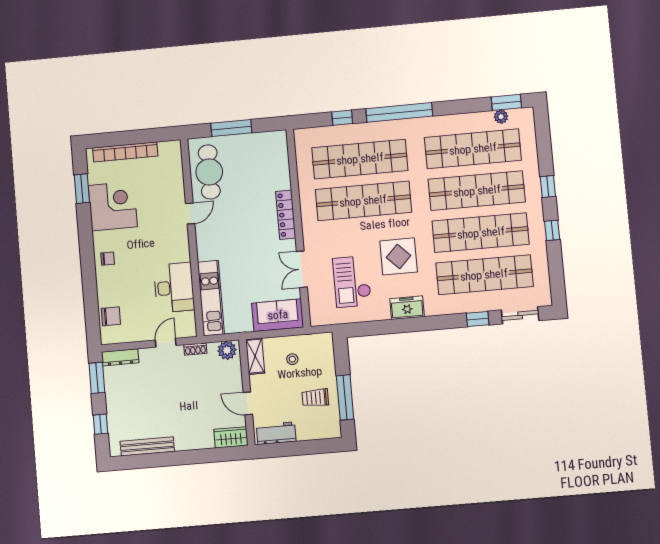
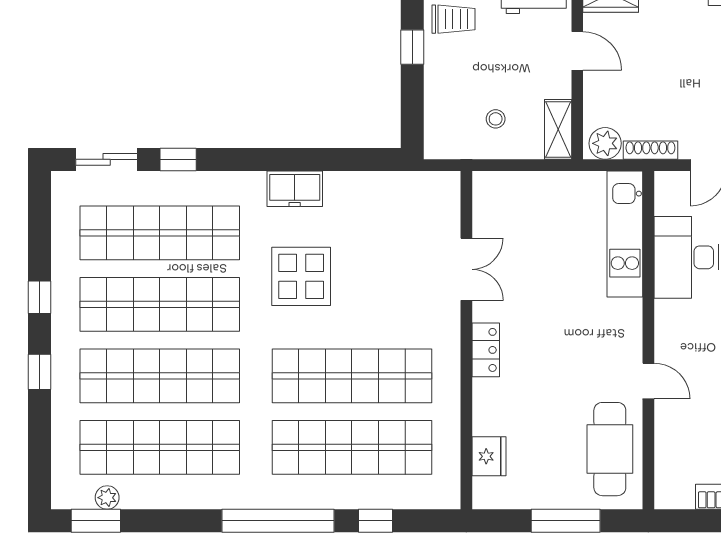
fridge: (279, 161) -> (489, 456), added
door: (190, 214) -> (648, 381), swing flipped
locker: (286, 215) -> (486, 350), width x0.66
checkout: (352, 282) -> (383, 241), removed
sofa: (278, 315) -> (514, 195), removed
shoe rack: (195, 349) -> (650, 150), width x1.43
window: (345, 397) -> (412, 47), width x0.46
trolley: (315, 398) -> (453, 19), moved

